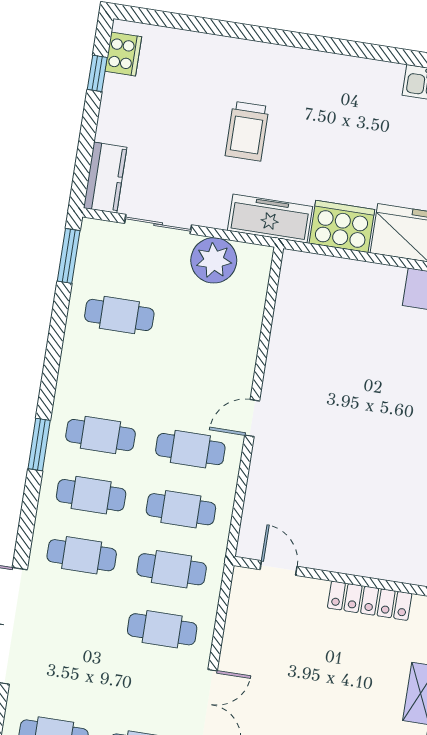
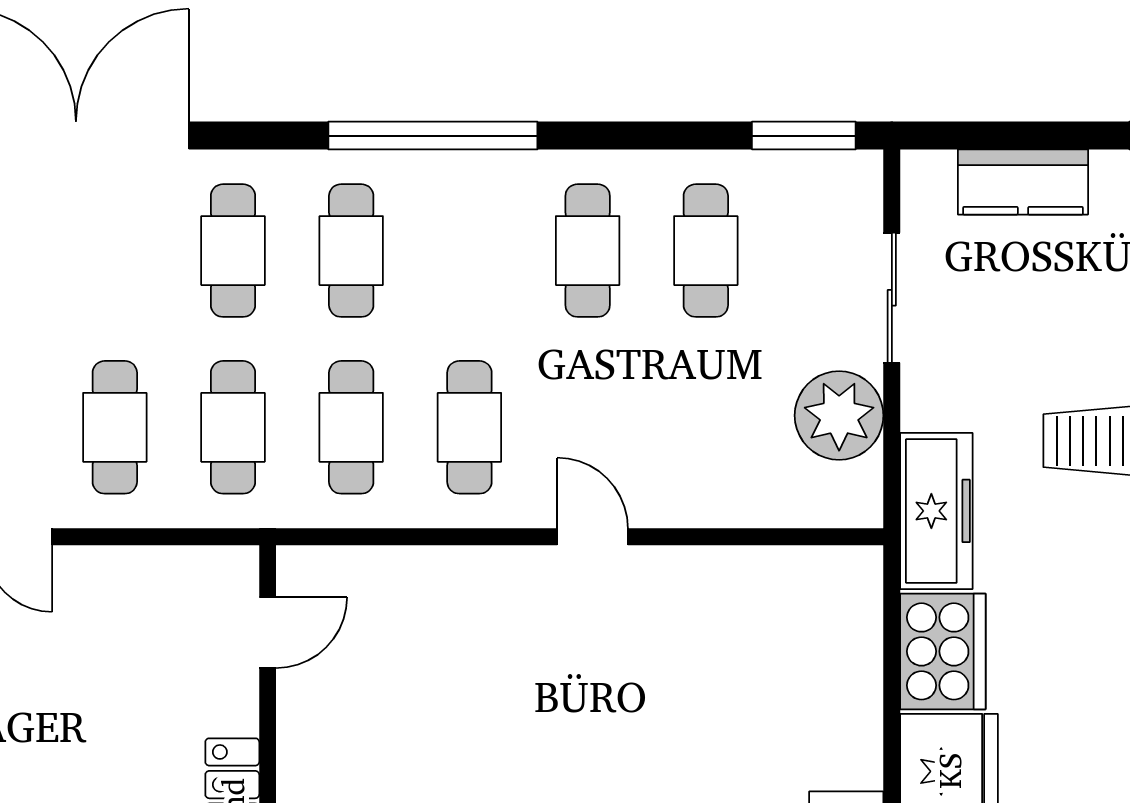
kitchen counter: (105, 178) -> (1023, 182), moved
door: (252, 418) -> (593, 537), moved
cafe table: (100, 435) -> (588, 251), moved
window: (39, 444) -> (433, 136), width x2.11

